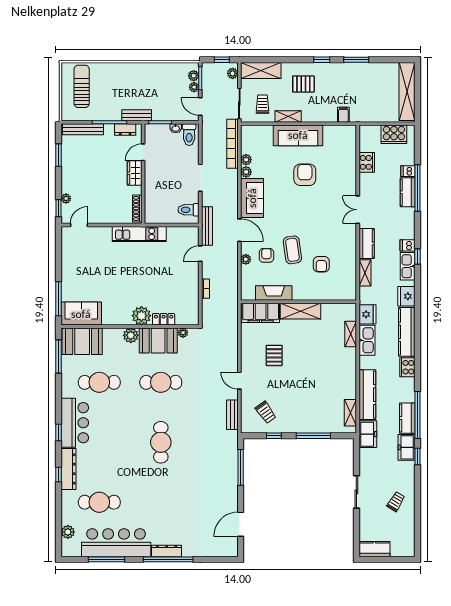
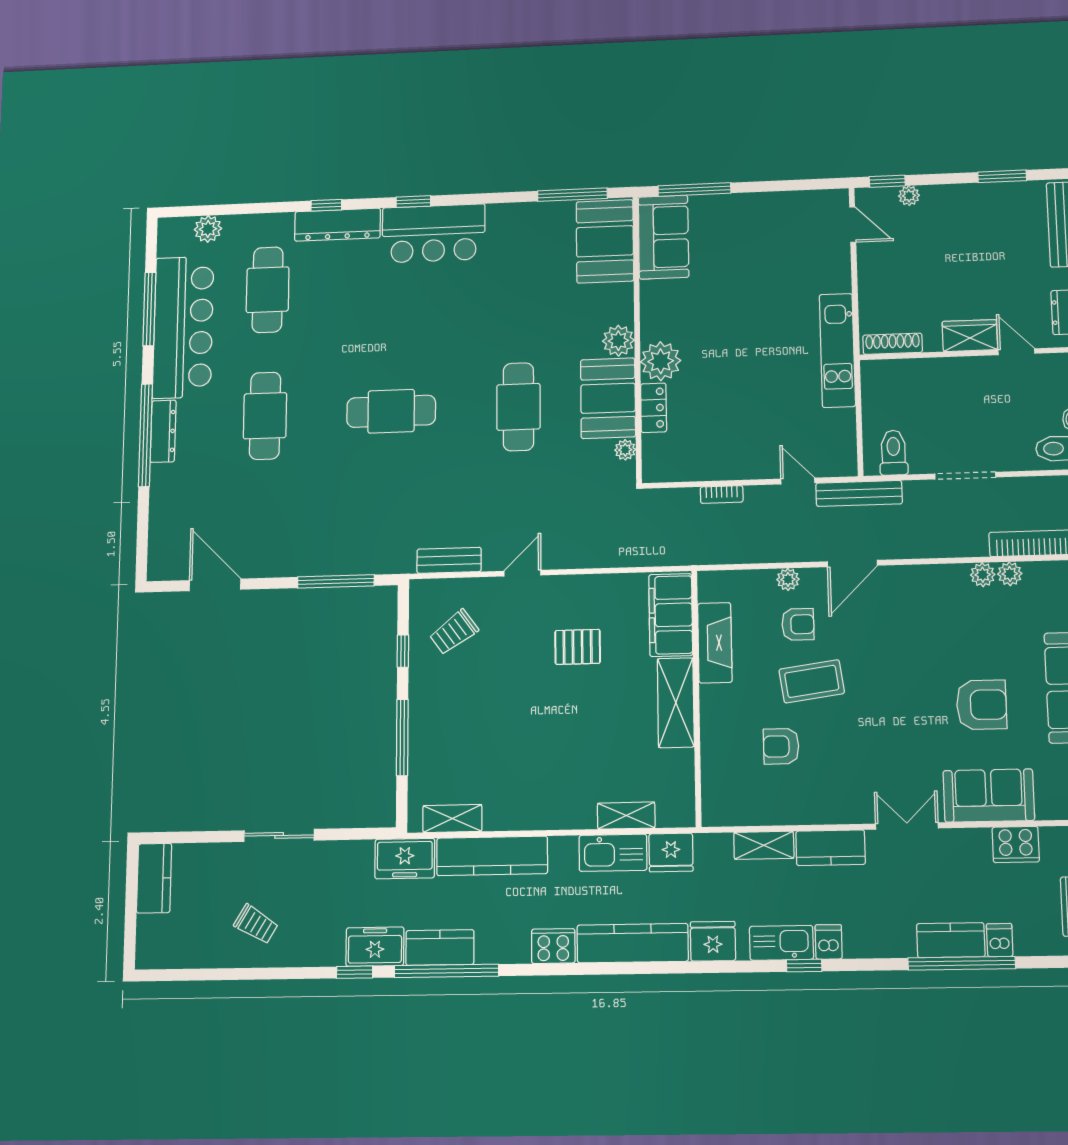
sofa: (252, 198) -> (989, 796), moved, turned 180
cafe table: (99, 382) -> (265, 416), moved

